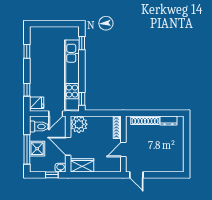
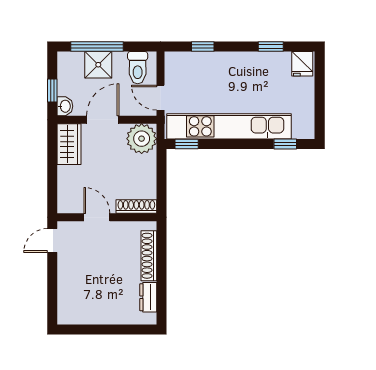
fridge: (37, 103) -> (302, 64), moved

